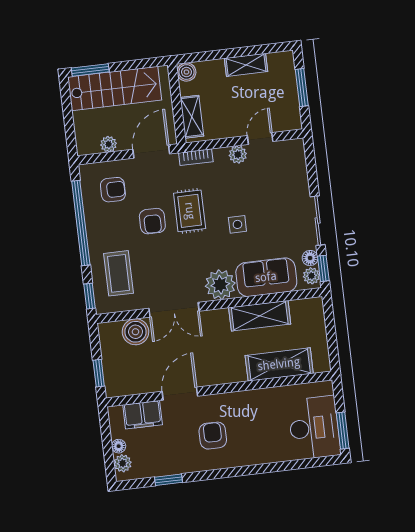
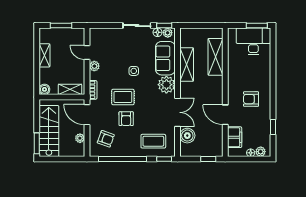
armchair: (113, 190) -> (106, 139), turned 110
armchair: (152, 221) -> (126, 119), turned 90

